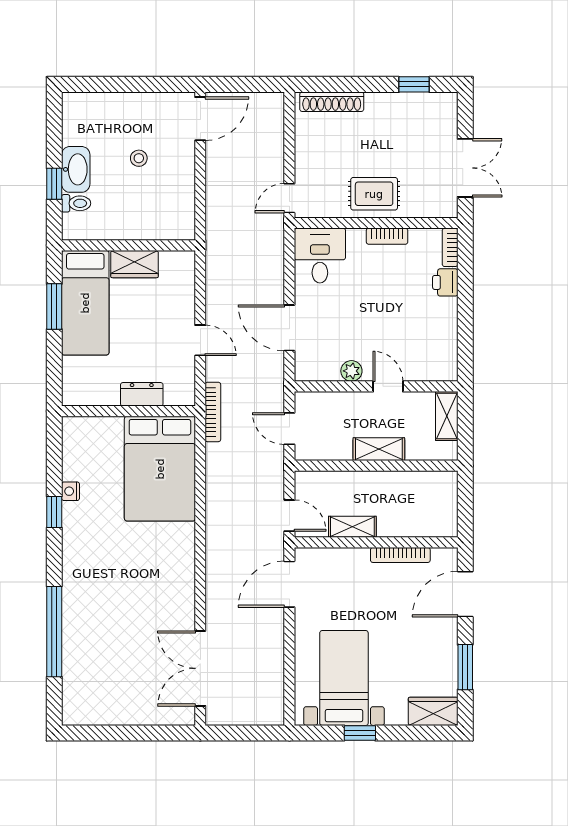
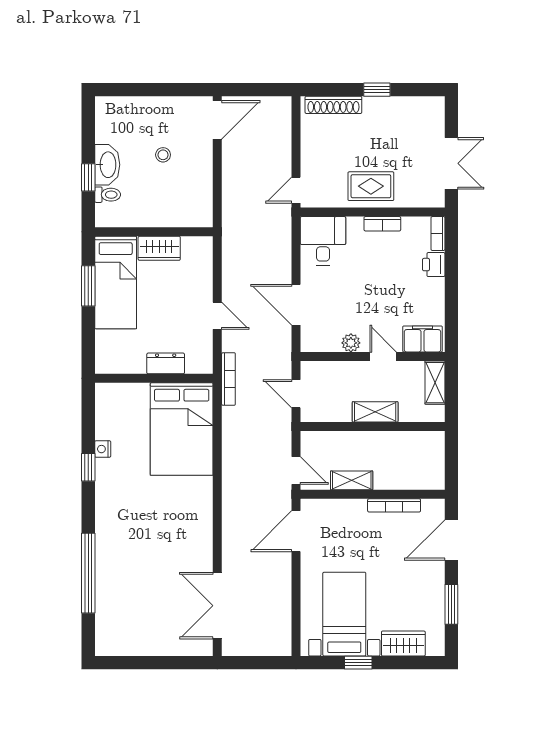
window: (414, 84) -> (377, 90), moved
filing cabinet: (432, 367) -> (422, 339), added
wardrobe: (433, 711) -> (403, 643), moved

